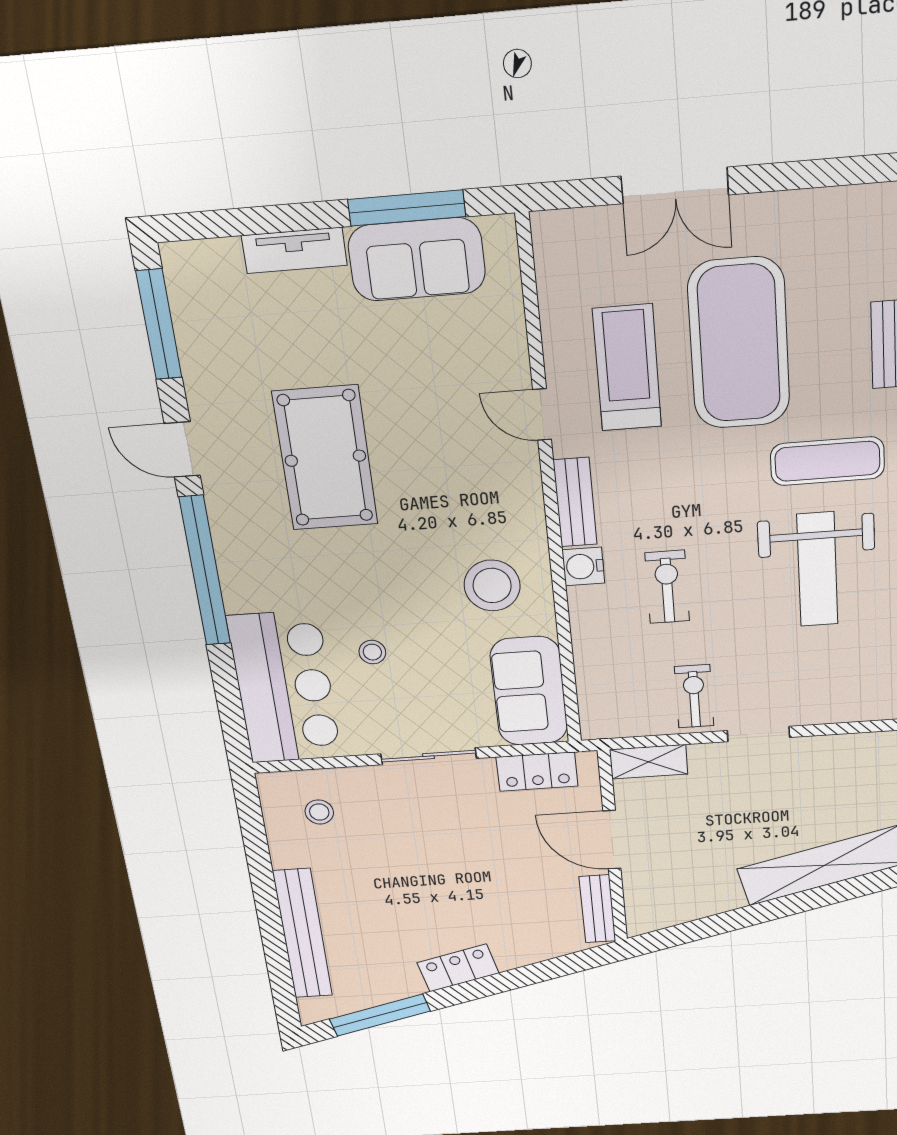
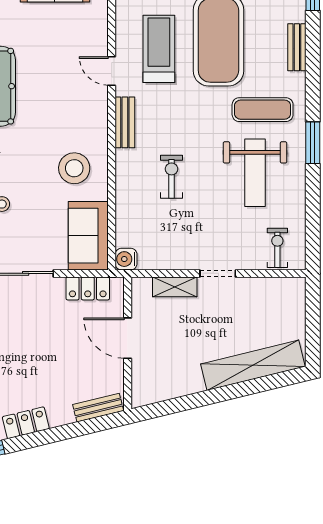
water cooler: (583, 566) -> (126, 259), moved
exercise bike: (694, 696) -> (277, 248), moved
shelving: (649, 762) -> (175, 287), moved
bench: (597, 909) -> (98, 408), moved, turned 76

